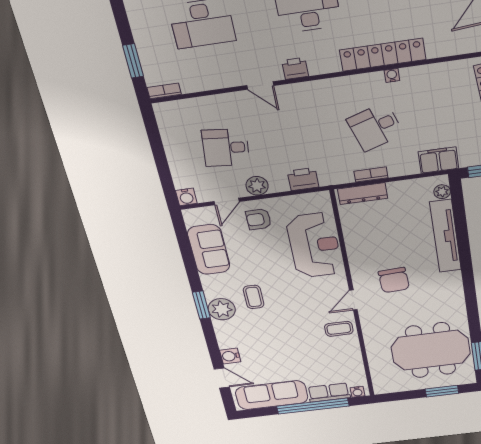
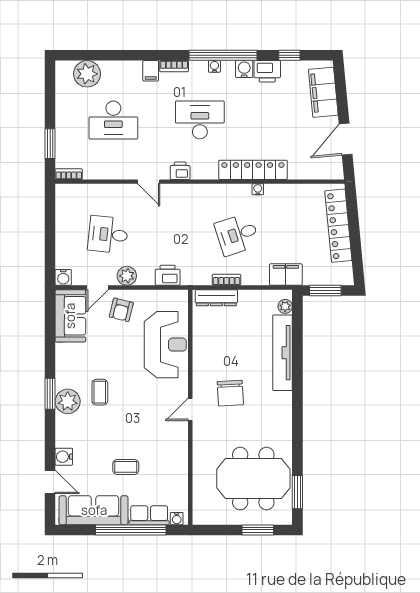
armchair: (259, 219) -> (121, 310), turned -76
sofa: (209, 250) -> (70, 316), moved
coffee table: (339, 329) -> (126, 467), moved

